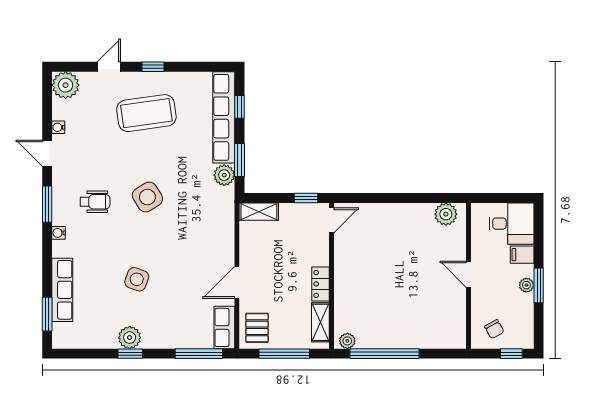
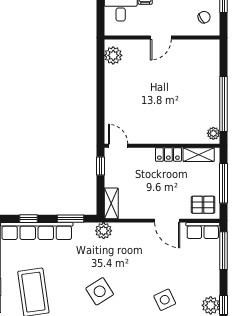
plant: (224, 175) -> (104, 231), moved
side table: (137, 279) -> (165, 300), turned 45

